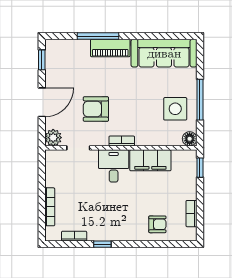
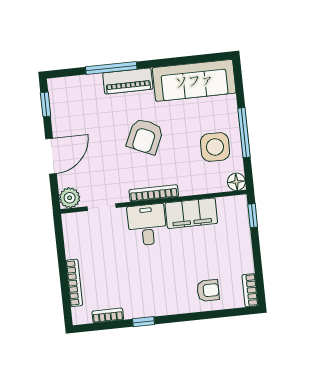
armchair: (96, 109) -> (145, 136), moved, turned -66
bookcase: (122, 141) -> (154, 193), width x1.56
bookcase: (191, 214) -> (250, 290), moved

